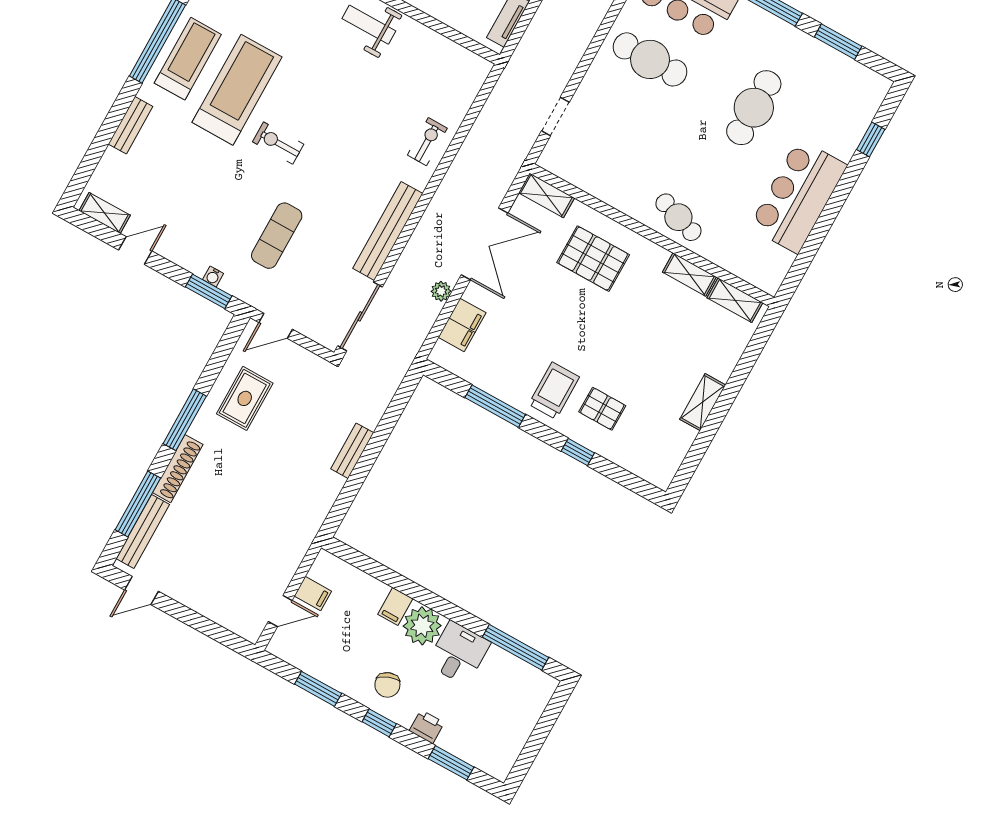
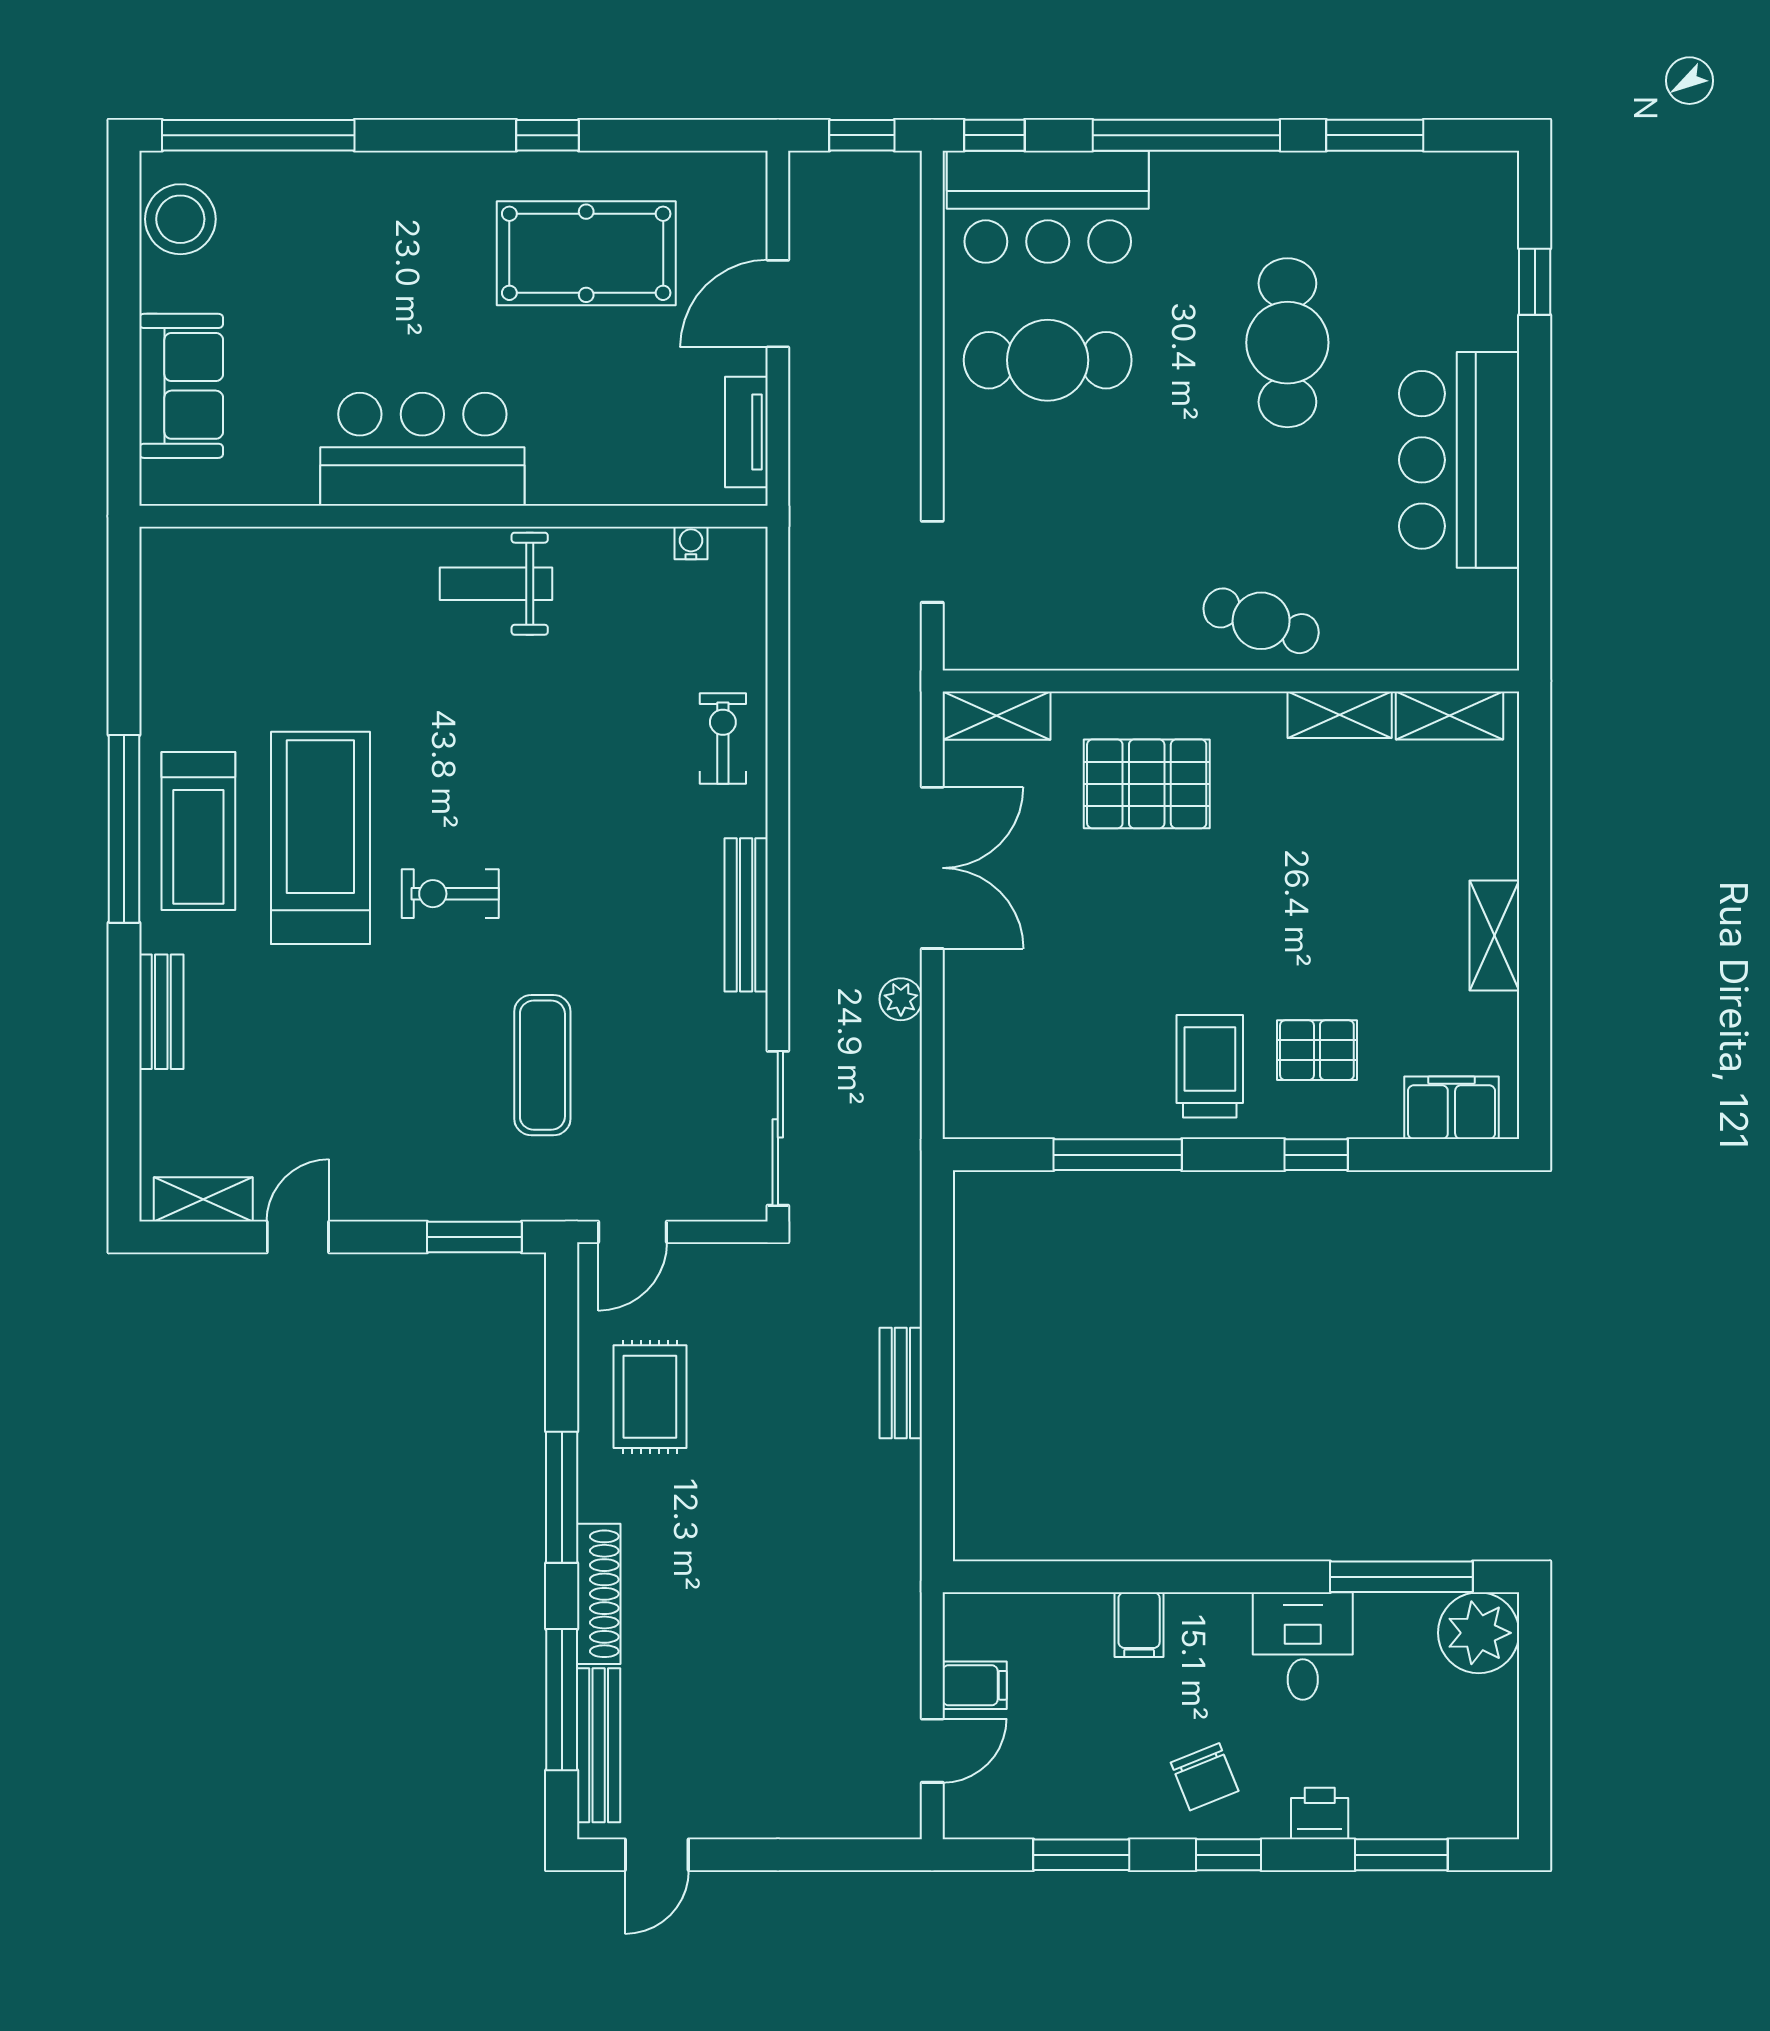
treadmill: (188, 59) -> (198, 831), turned 180
bench: (388, 231) -> (746, 915), width x0.73, depth x0.82
water cooler: (213, 276) -> (691, 543), moved, turned 180
filing cabinet: (462, 325) -> (1451, 1108), moved, turned -90
plant: (422, 626) -> (1479, 1633), moved

